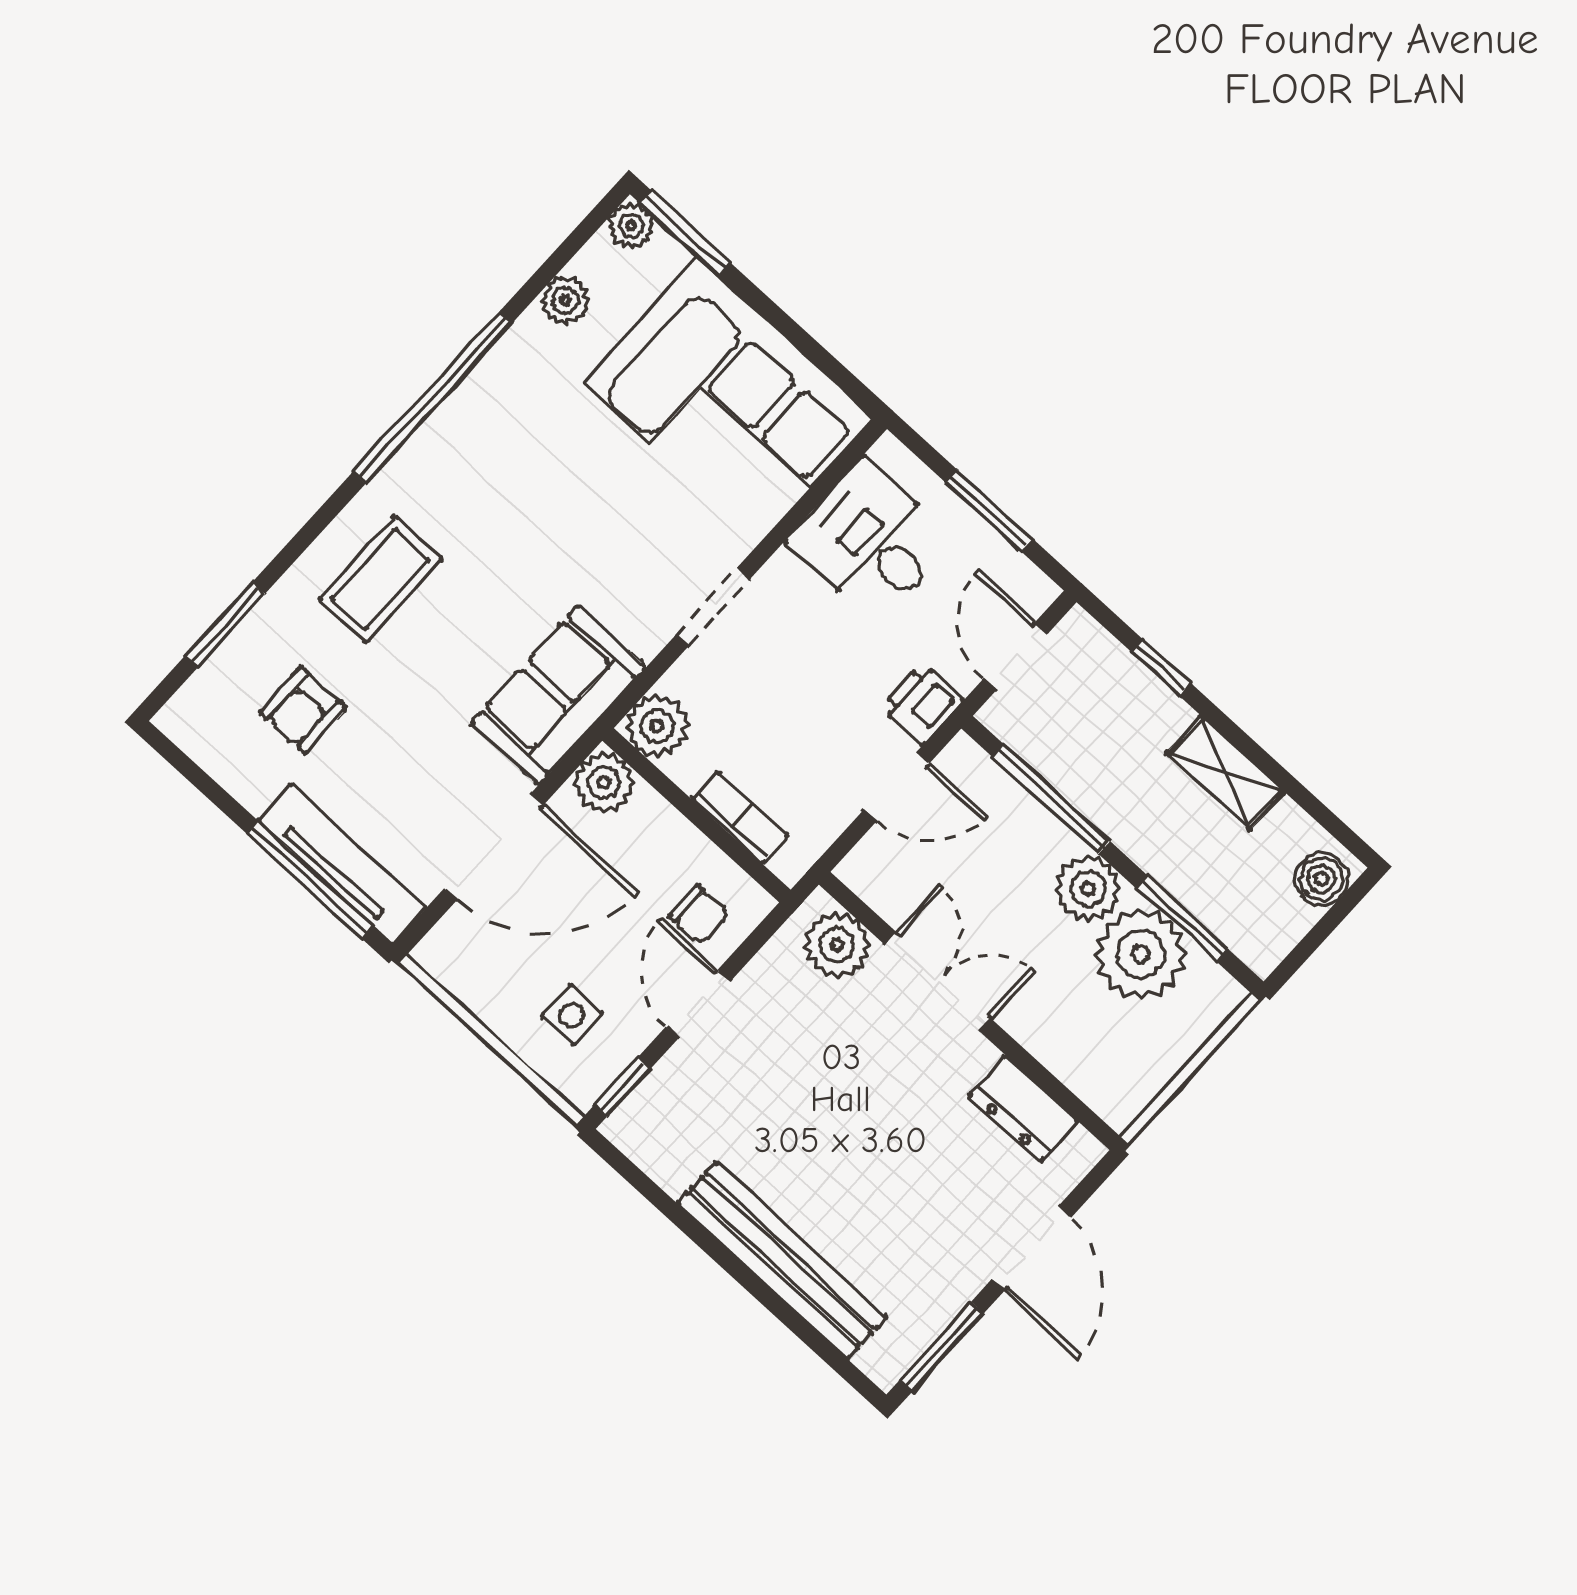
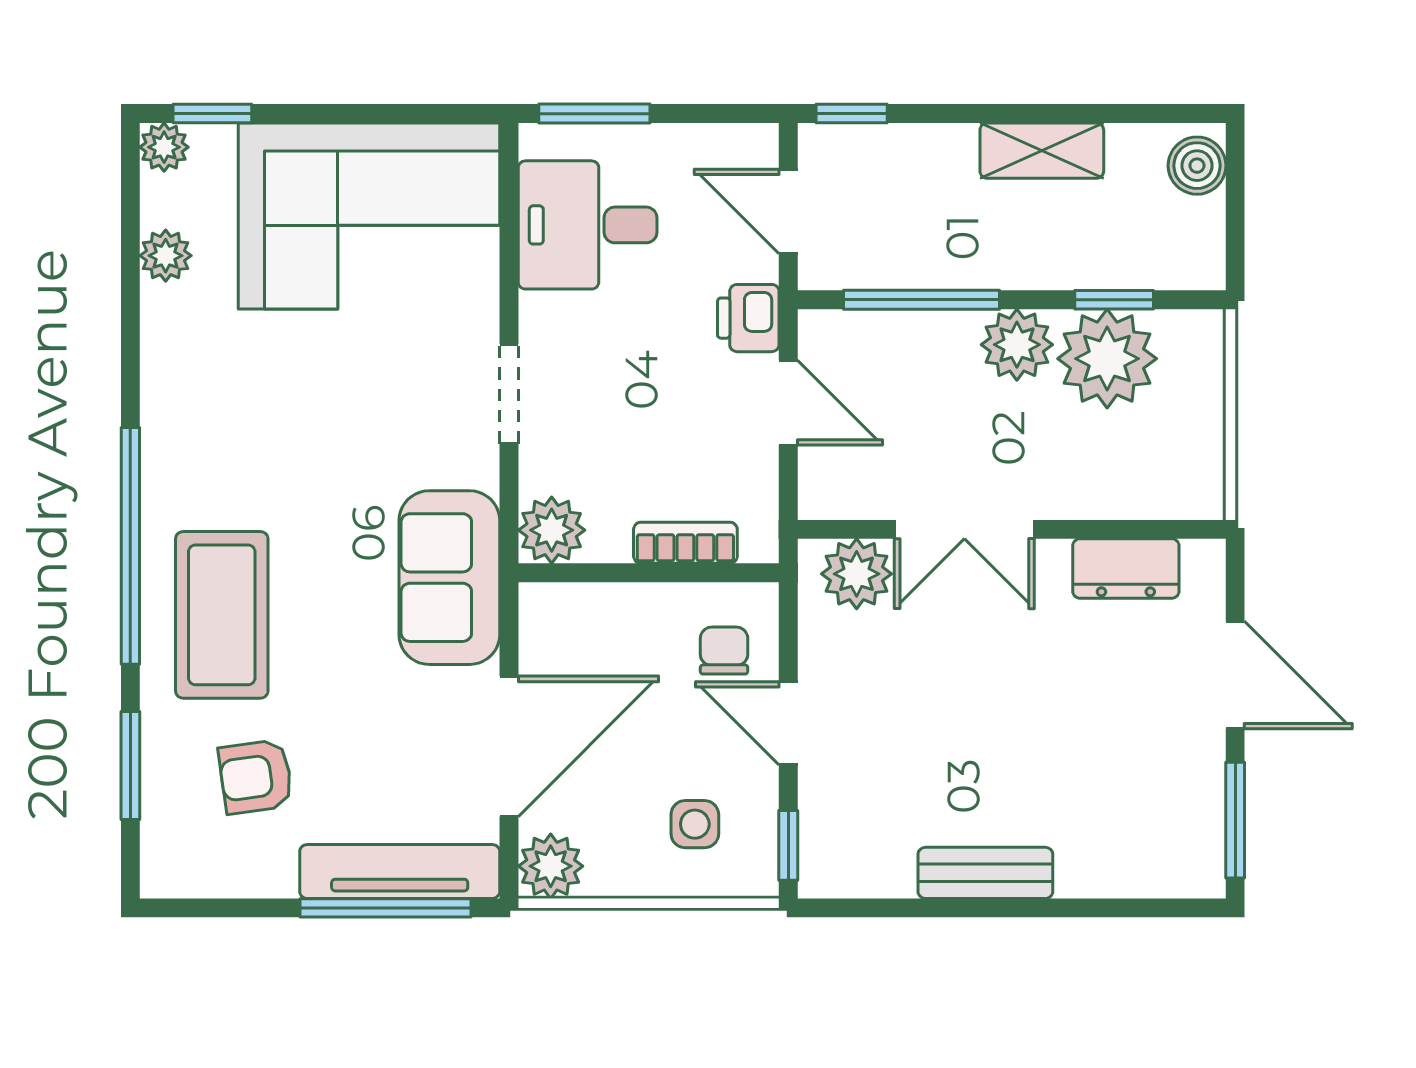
window: (685, 233) -> (212, 114), width x0.67
window: (433, 397) -> (130, 546), moved
window: (989, 510) -> (594, 114), moved
coffee table: (380, 579) -> (222, 615), width x1.36, depth x1.32
window: (1161, 668) -> (852, 114), moved
armchair: (303, 710) -> (256, 777), turned 82
plant: (604, 783) -> (551, 866), moved
door: (897, 786) -> (788, 403), hinge flipped
chair: (699, 915) -> (724, 651), turned -90
window: (1182, 919) -> (1114, 300), width x0.67
double door: (938, 982) -> (964, 529), swing flipped
bench: (782, 1260) -> (985, 873), width x0.54, depth x0.82

